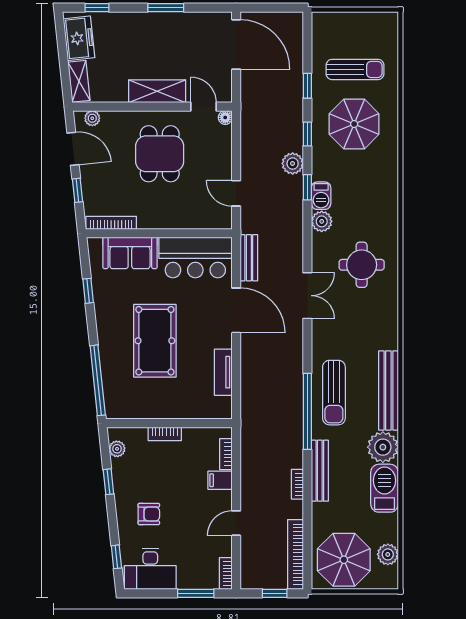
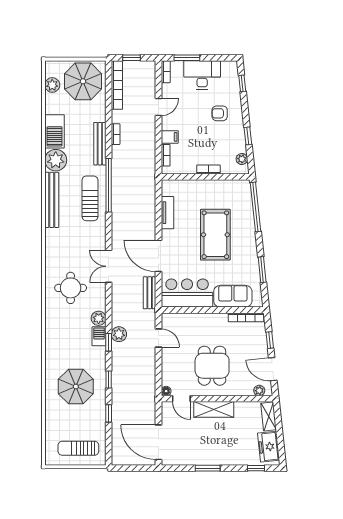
sun lounger: (355, 69) -> (78, 448), moved
plant: (293, 164) -> (119, 334), moved
window: (88, 291) -> (262, 270), width x1.50
desk: (150, 569) -> (202, 75), moved

